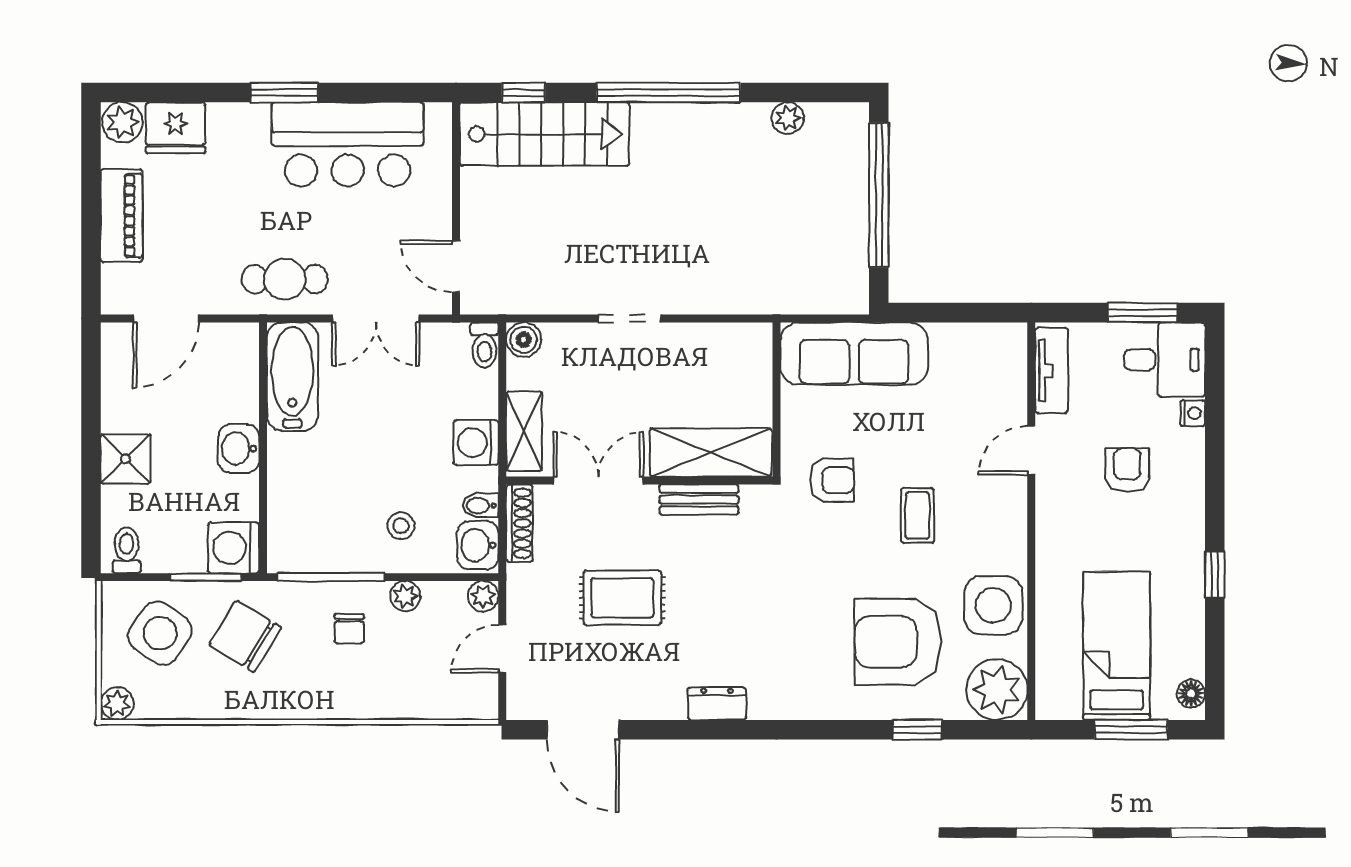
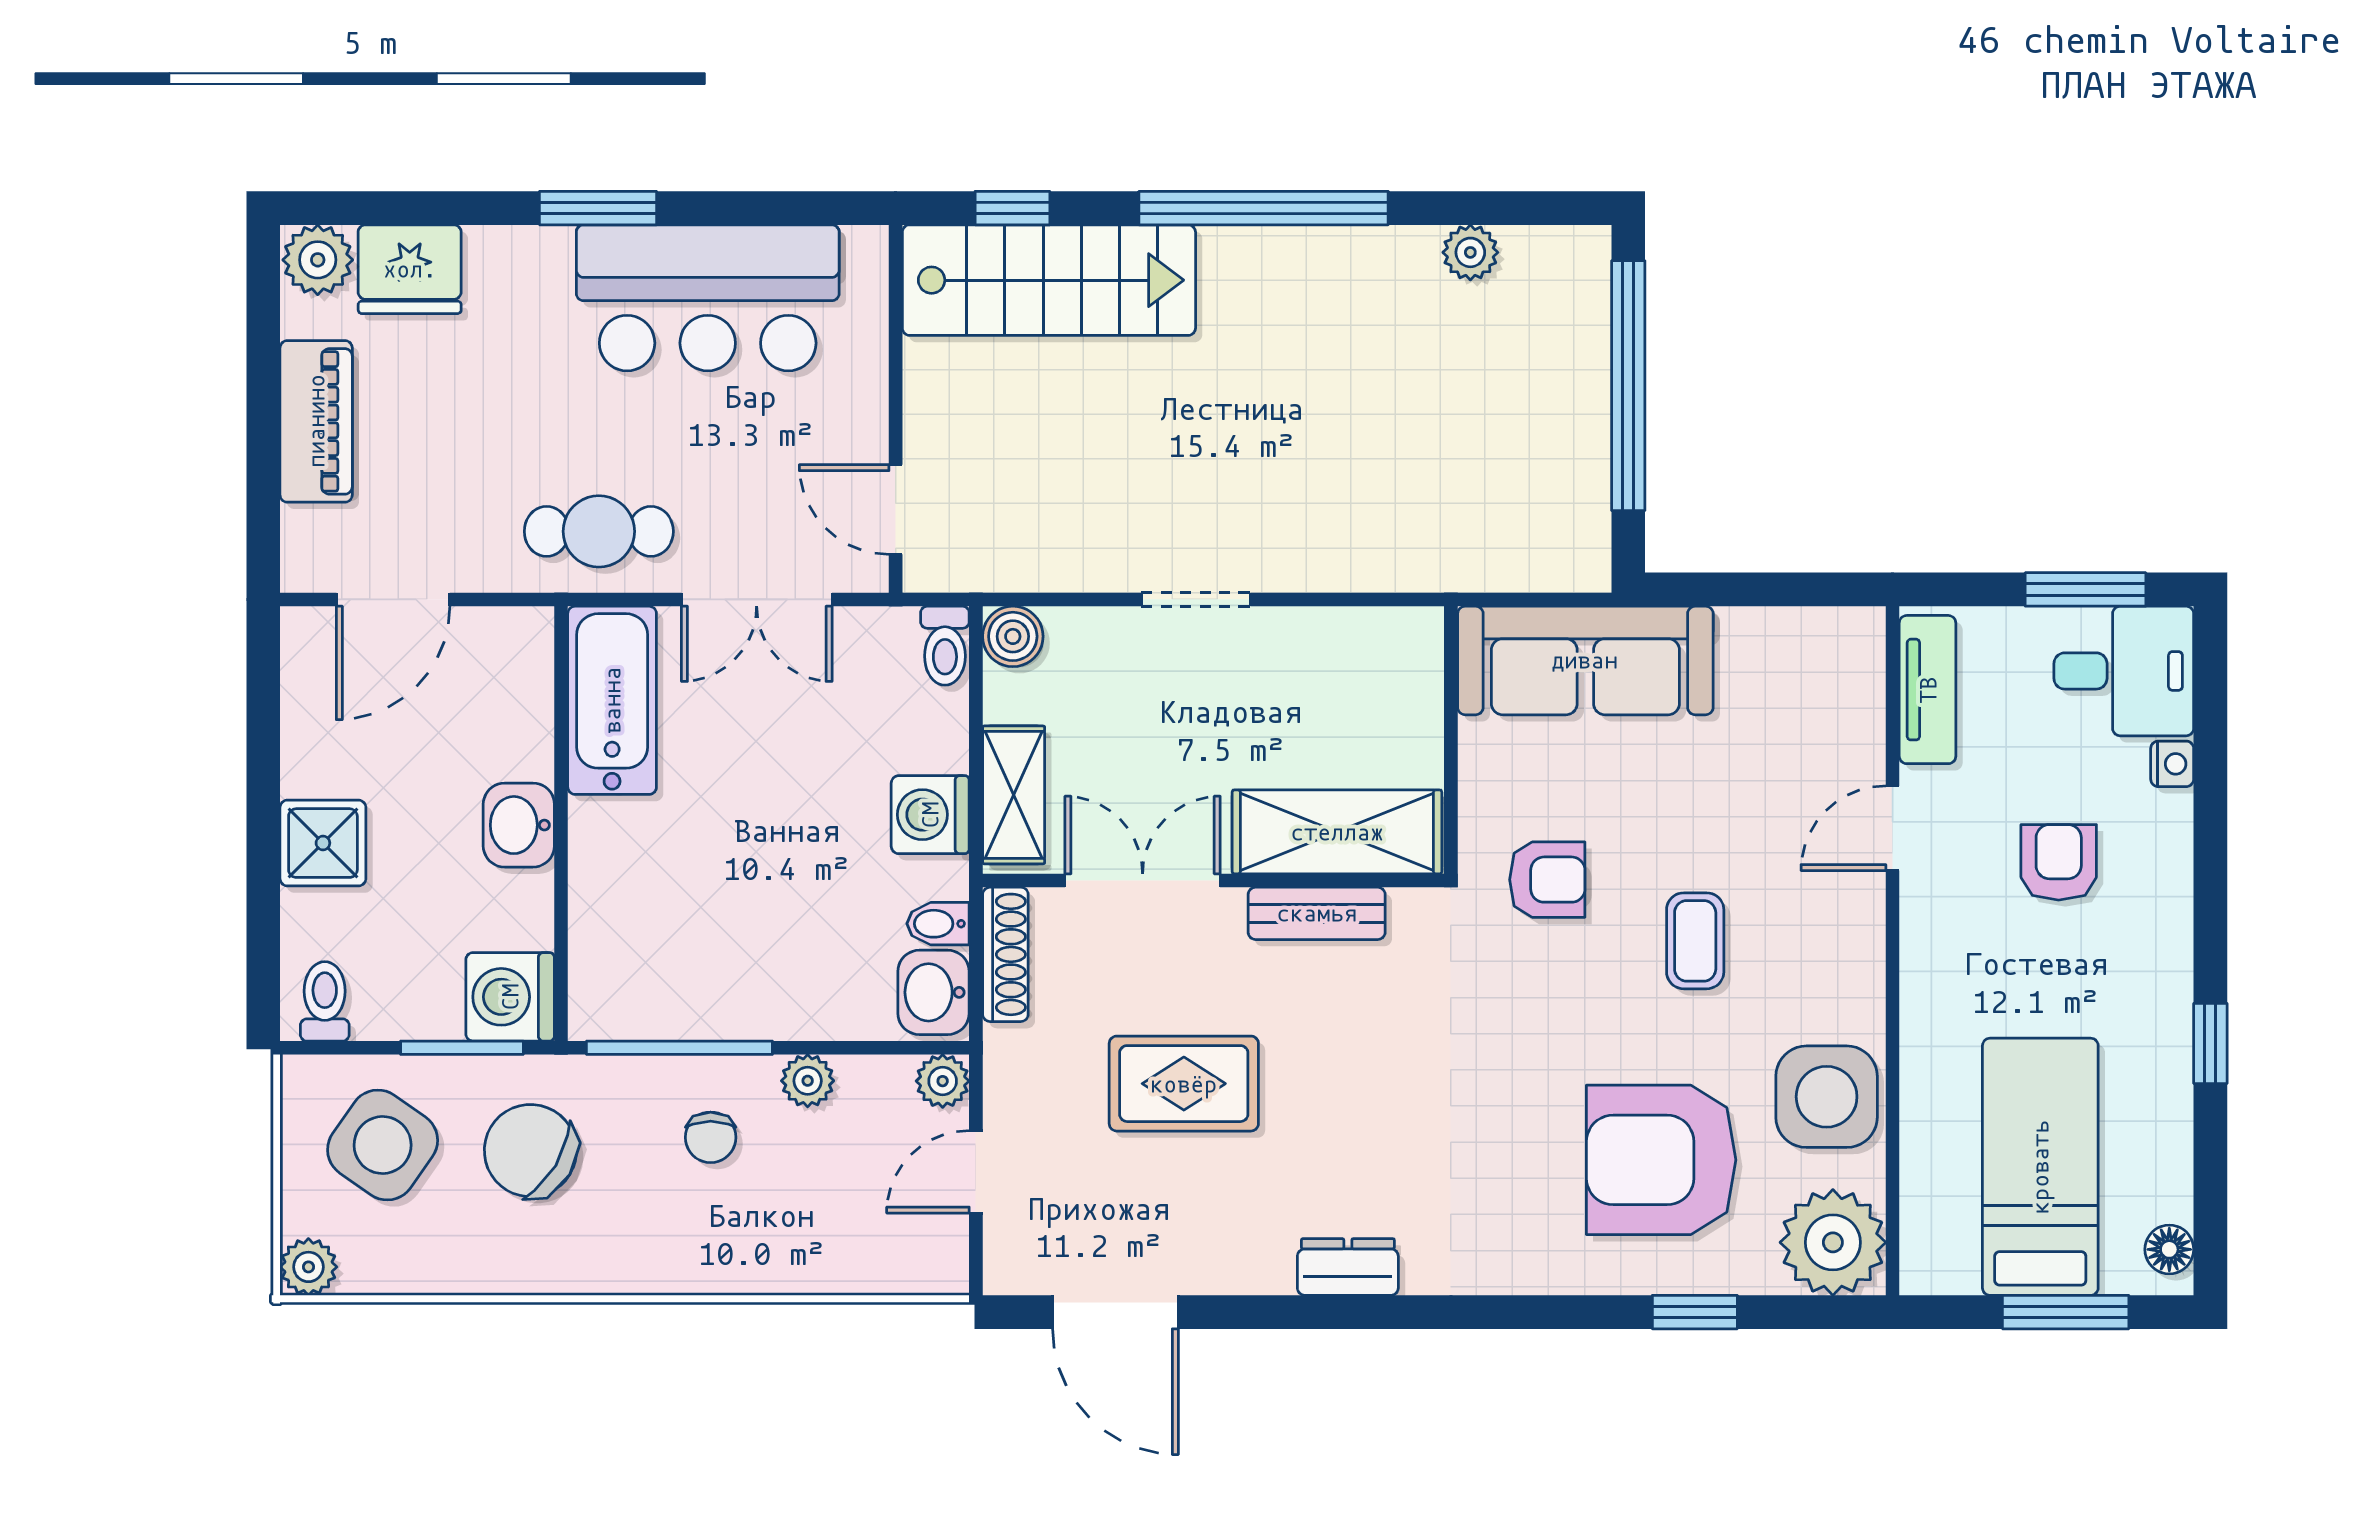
stool: (401, 526) -> (800, 959), removed

